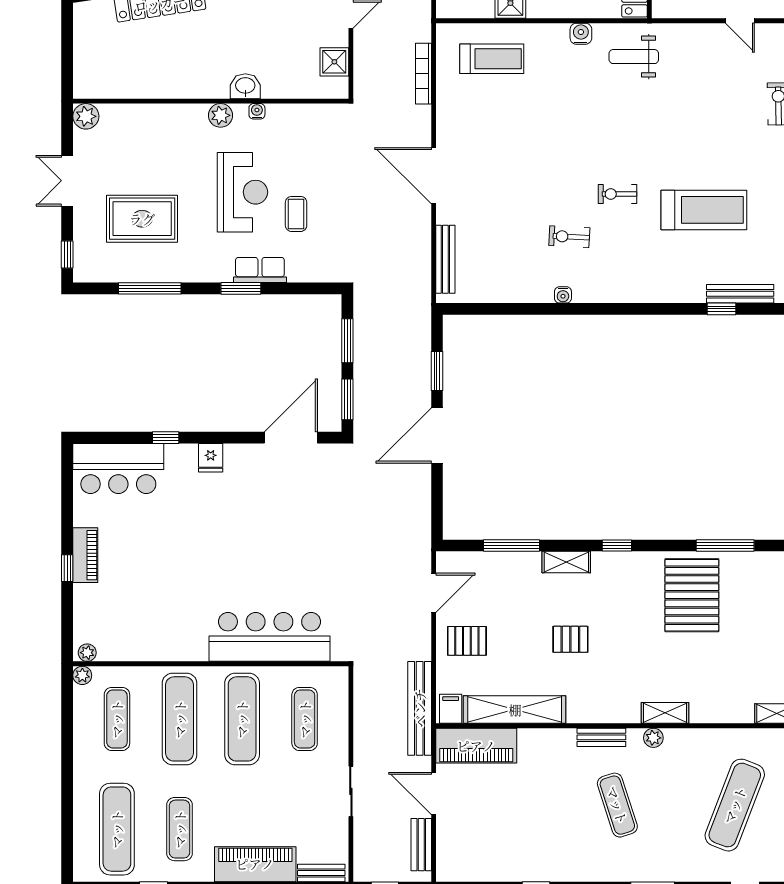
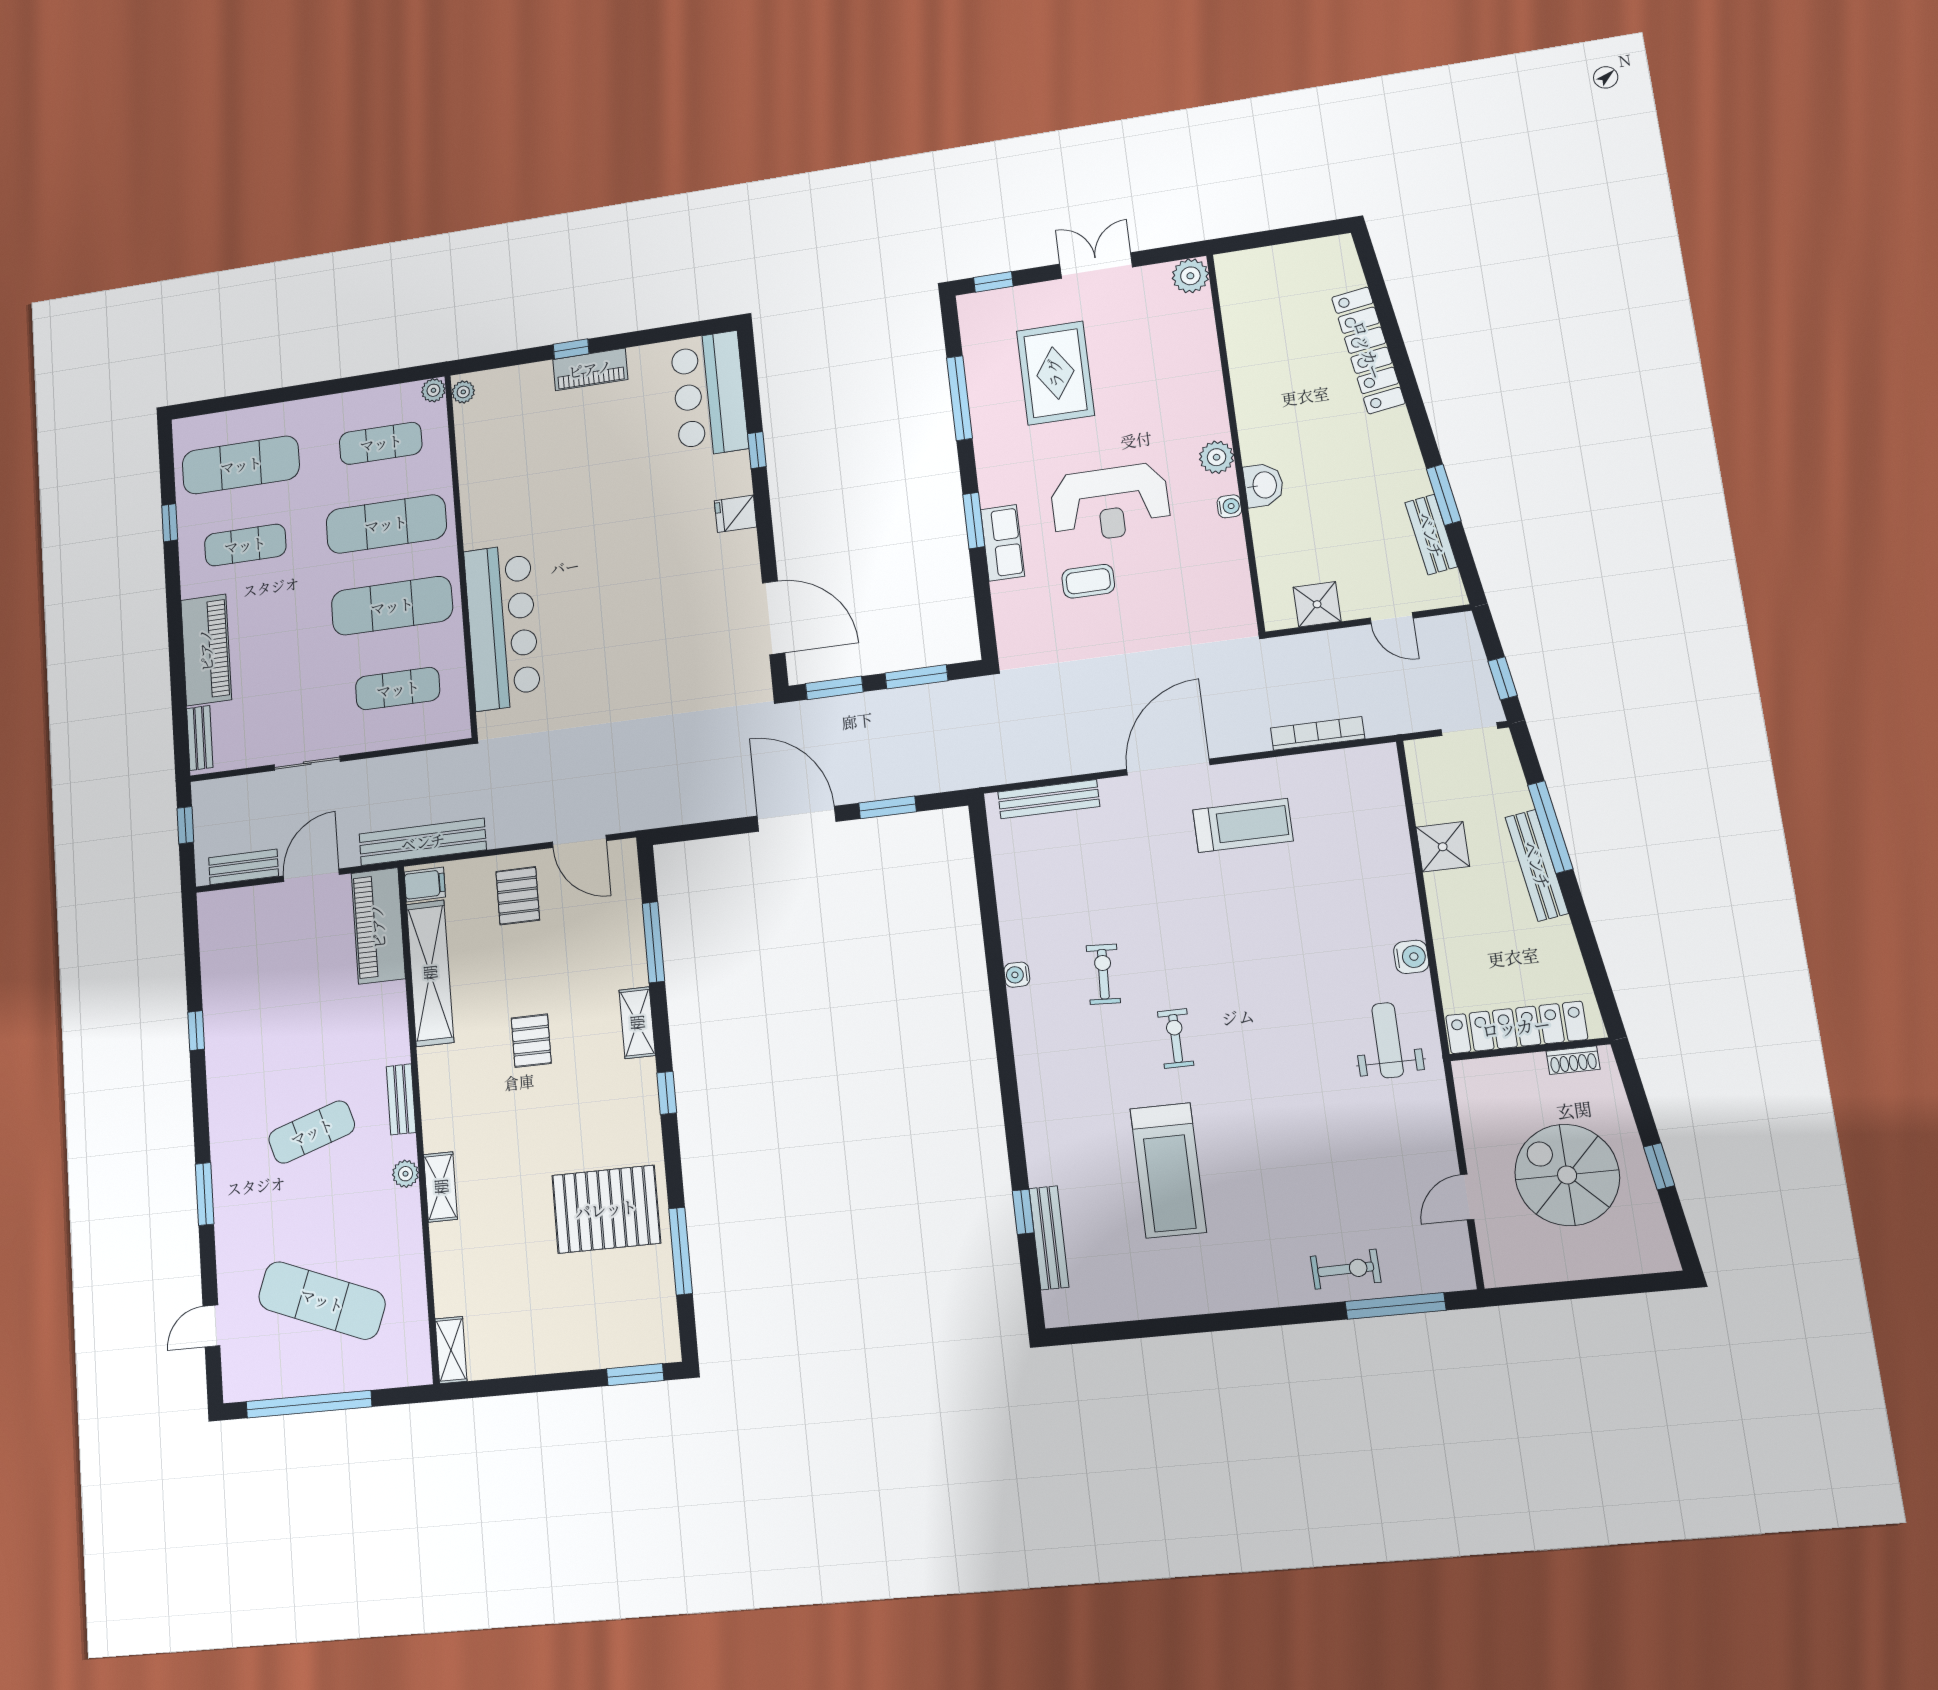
treadmill: (492, 59) -> (1243, 825), moved, turned -90

